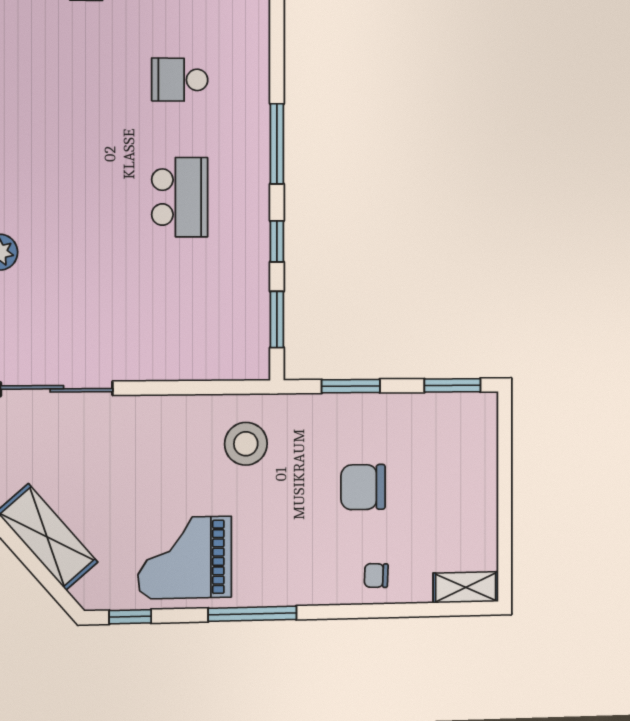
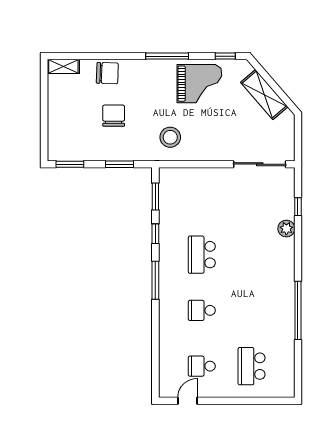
school desk: (180, 80) -> (202, 310), turned 180
chair: (363, 487) -> (114, 116), turned -90
chair: (376, 575) -> (107, 73), width x1.87, depth x1.87

